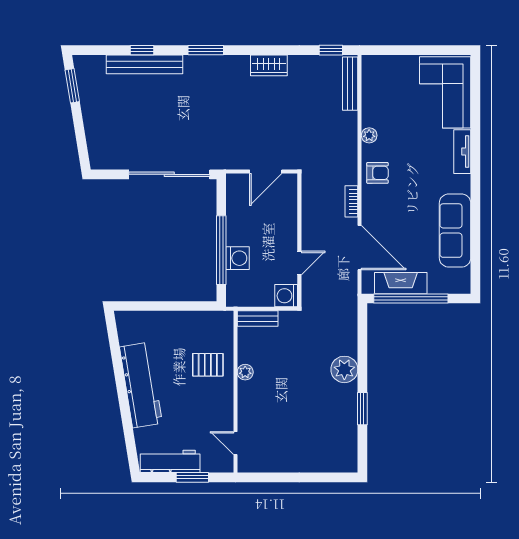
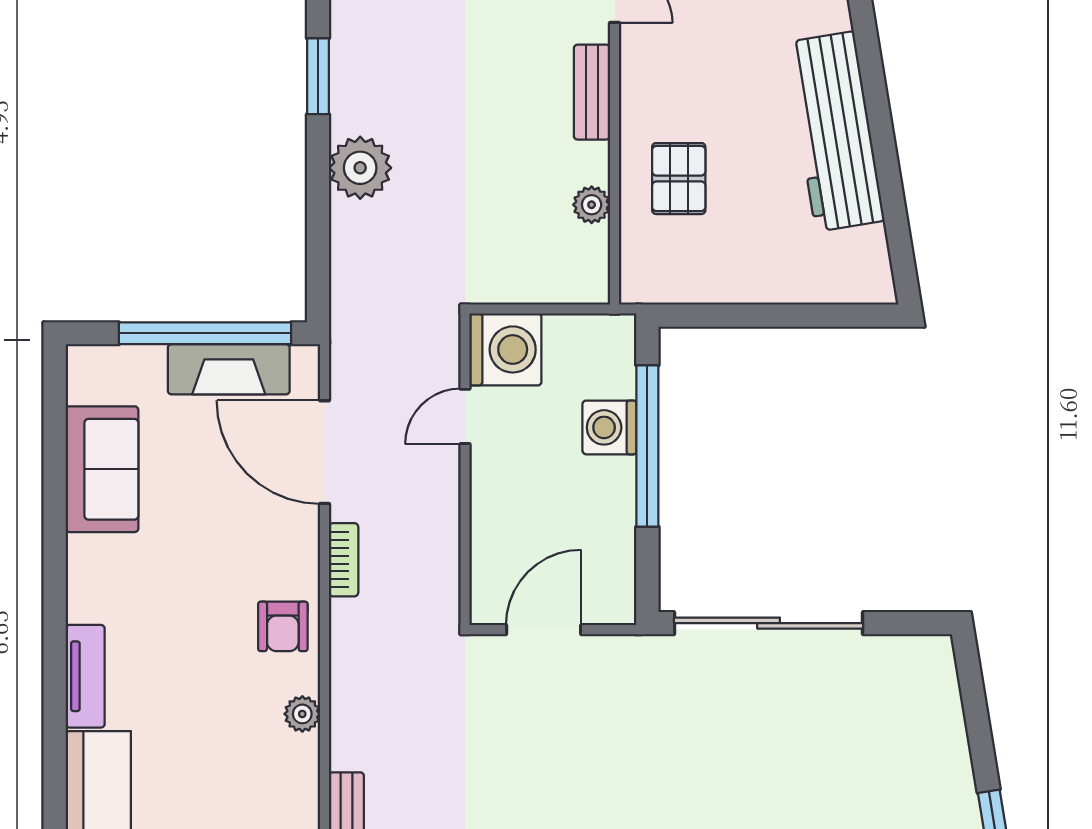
armchair: (377, 173) -> (283, 626), turned -90
sofa: (455, 231) -> (102, 469), width x0.73
washing machine: (286, 296) -> (505, 349), width x1.37, depth x1.37
bench: (258, 319) -> (592, 92), moved, turned 90
pallet: (208, 365) -> (679, 179), turned 90
plant: (245, 372) -> (592, 205), moved

